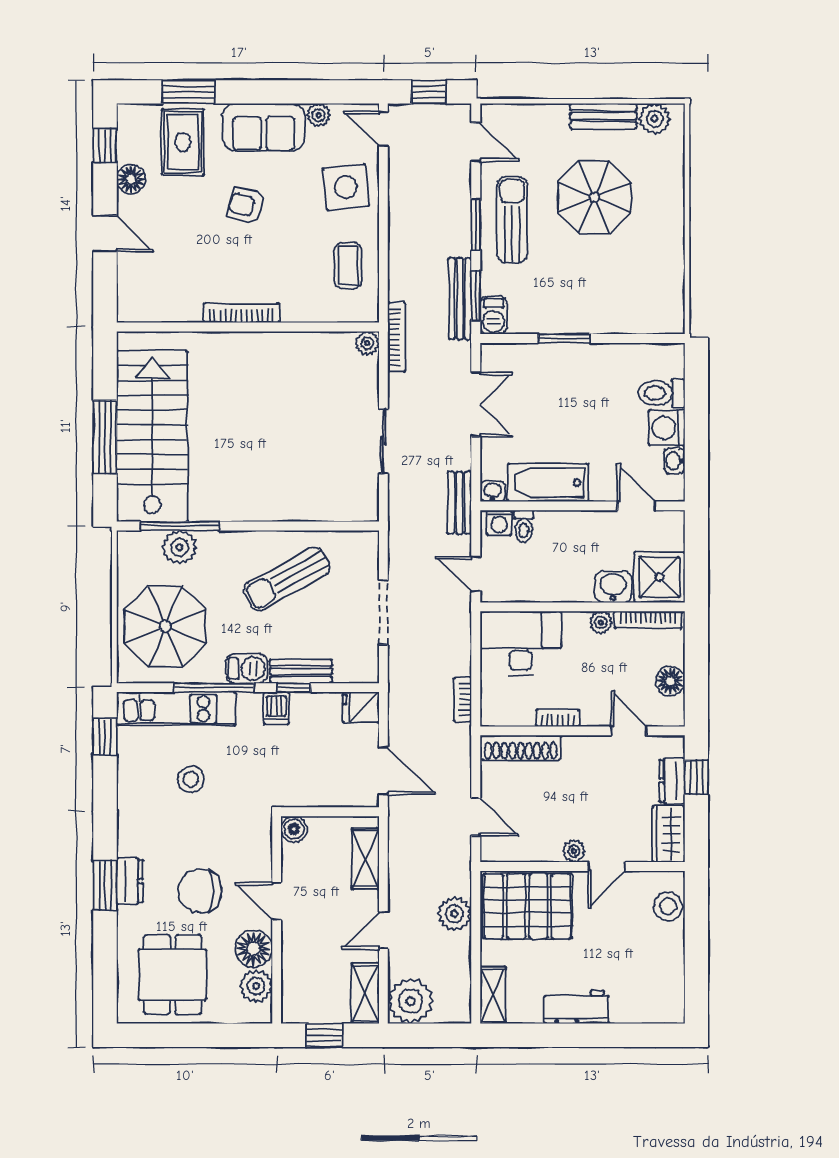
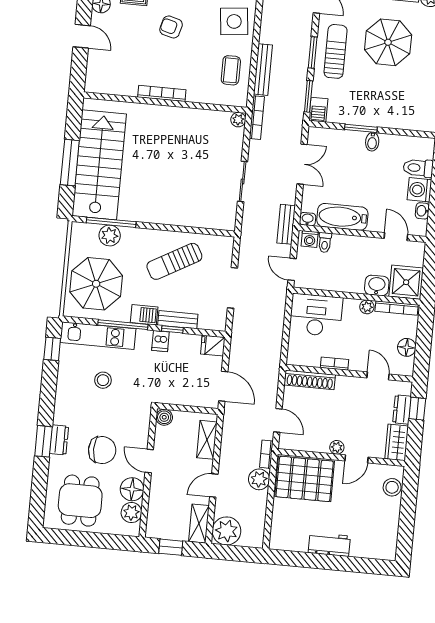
bench: (460, 299) -> (263, 70), moved
bidet: (584, 358) -> (372, 142), added
bookcase: (463, 699) -> (266, 454), moved
chair: (200, 891) -> (102, 450), turned 180
shelving: (493, 995) -> (278, 532), removed

